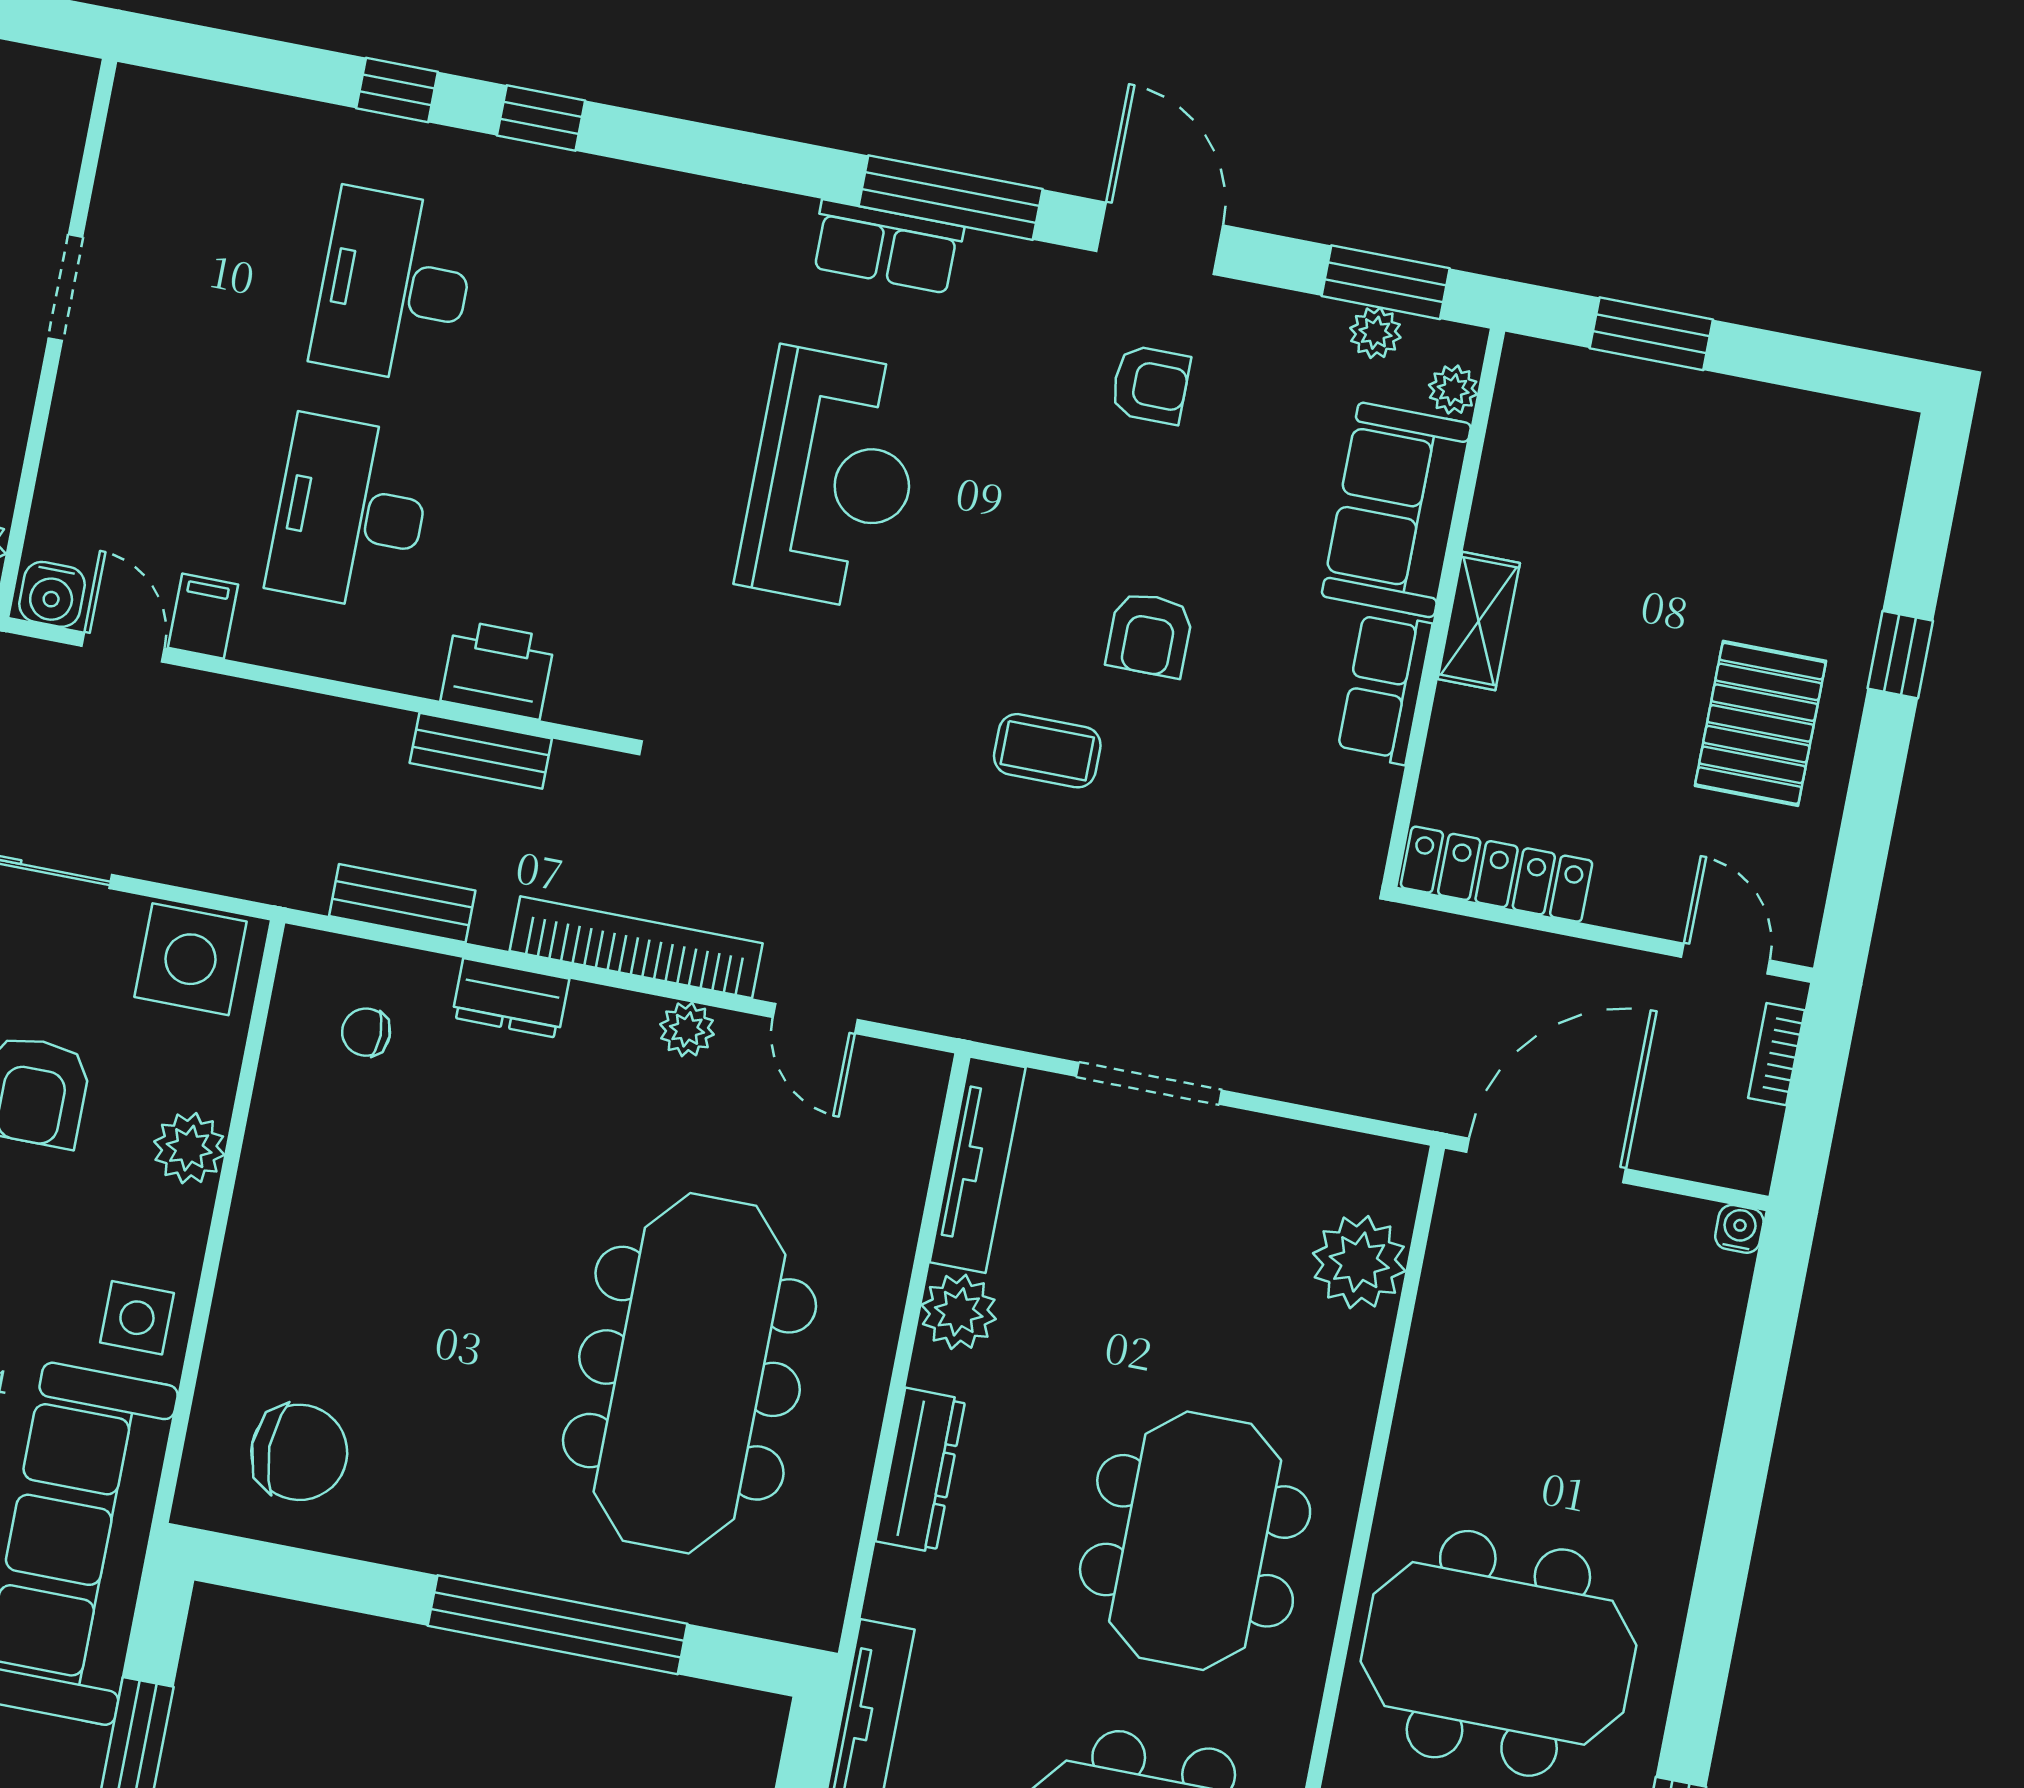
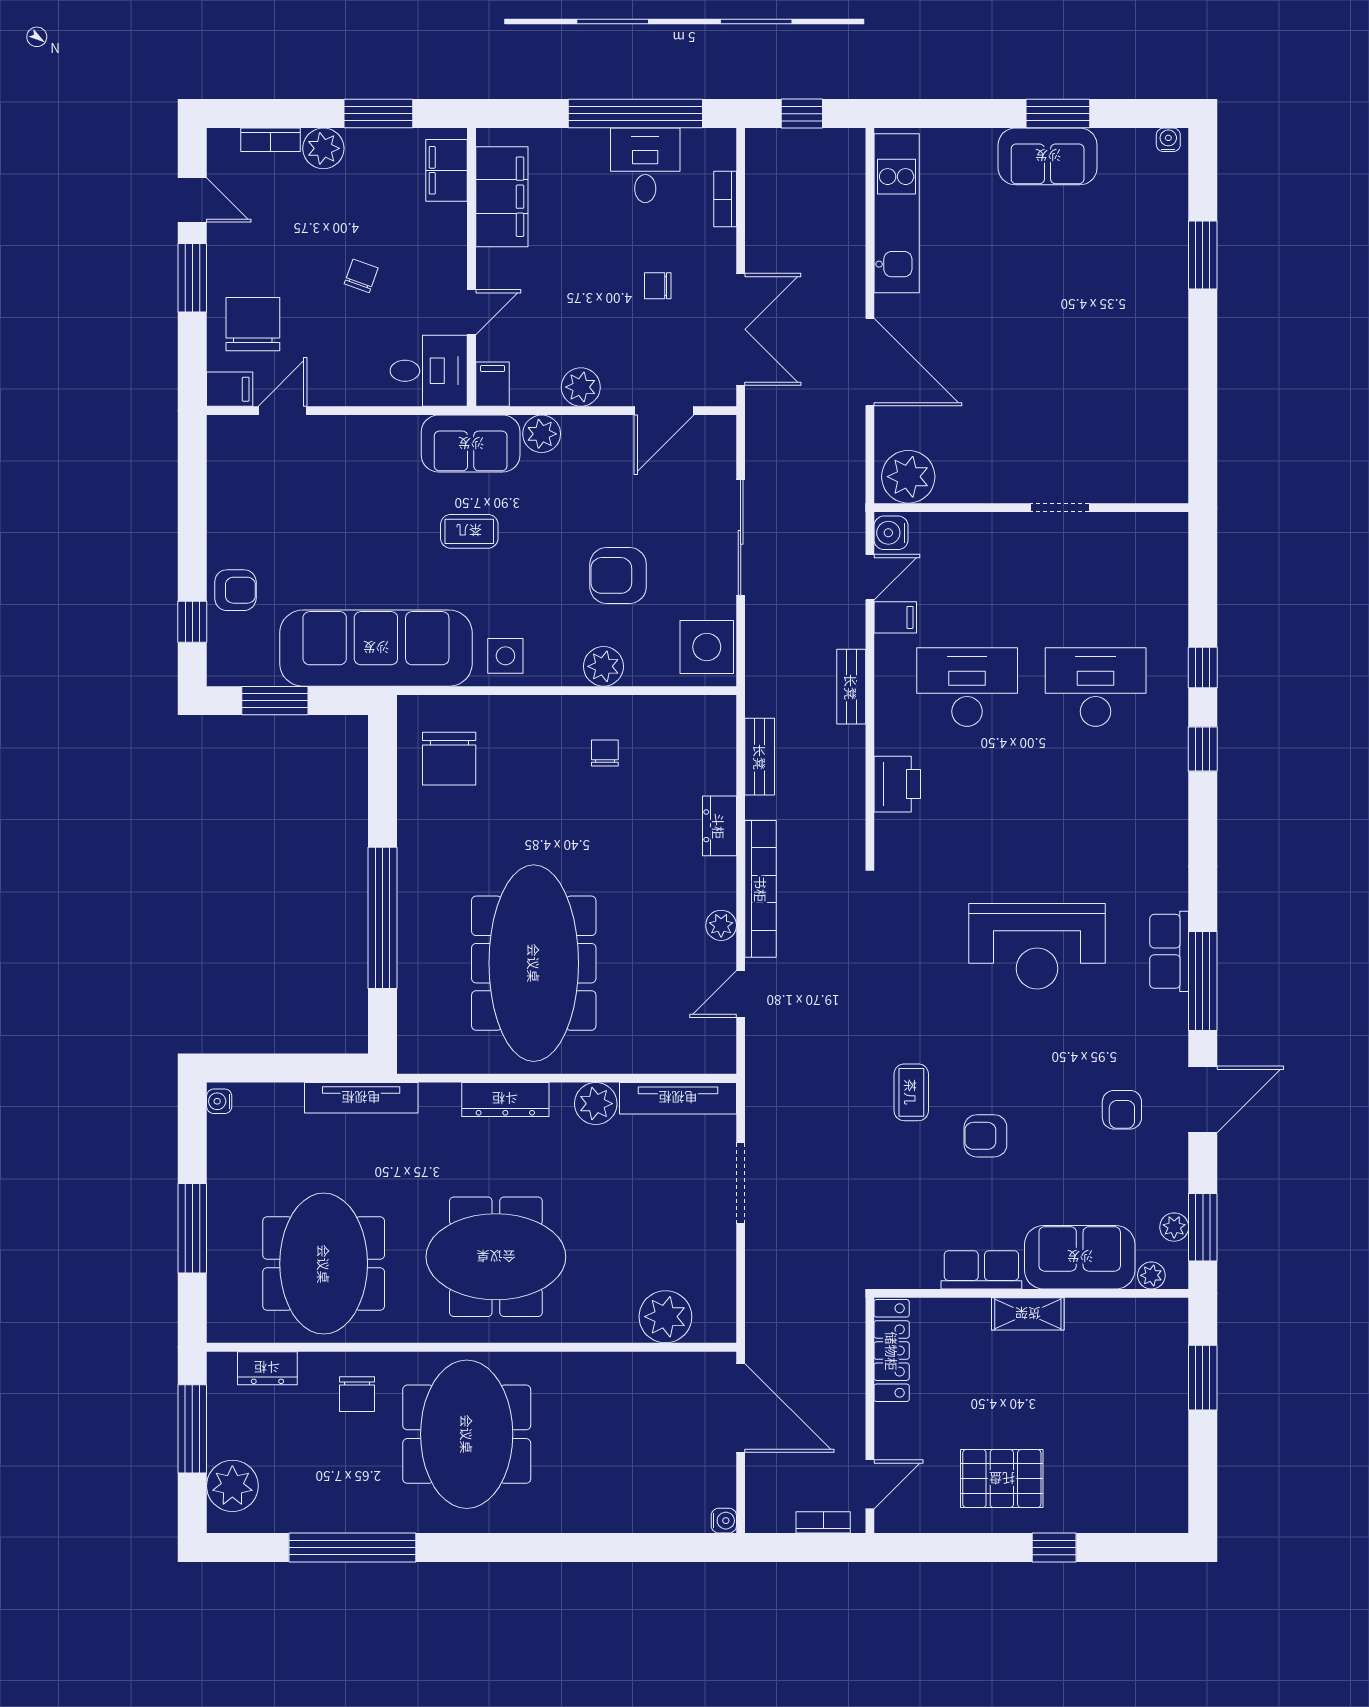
bench: (481, 751) -> (851, 687), moved
chair: (366, 1032) -> (605, 753), moved
meeting table: (689, 1373) -> (534, 963), turned 90

